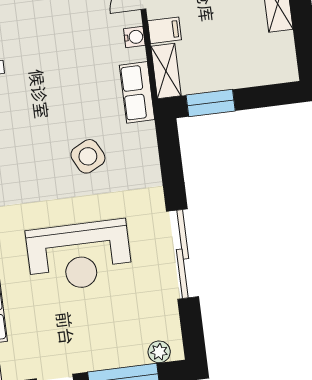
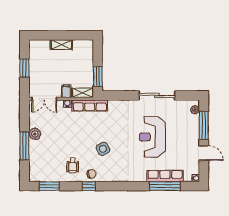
row of seats: (137, 92) -> (90, 105), width x1.48
side table: (88, 156) -> (103, 149), moved
reception desk: (79, 256) -> (152, 137), turned 180

